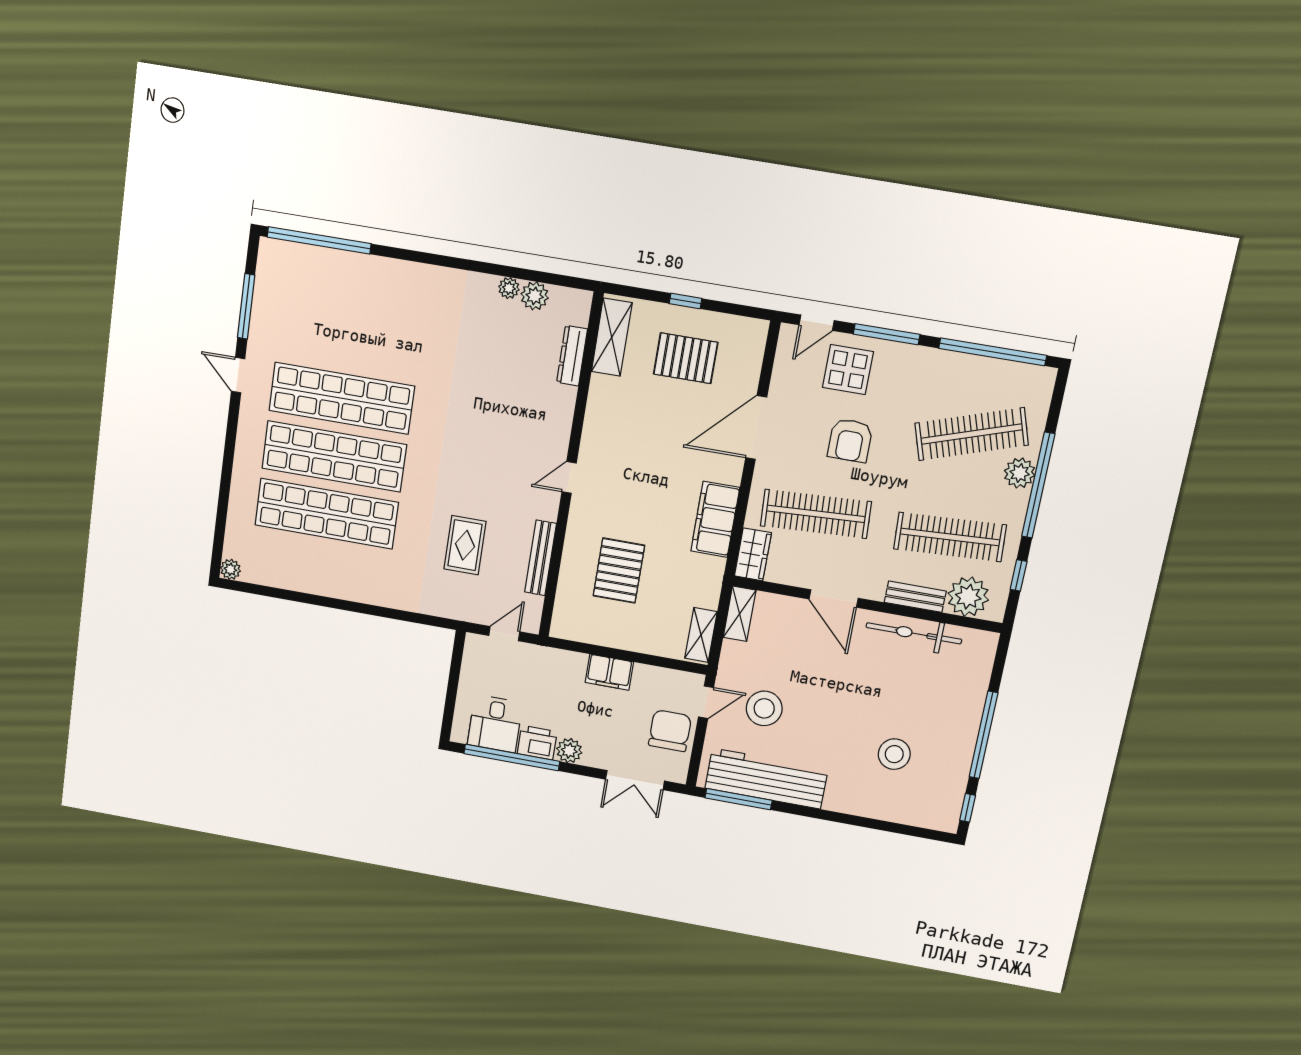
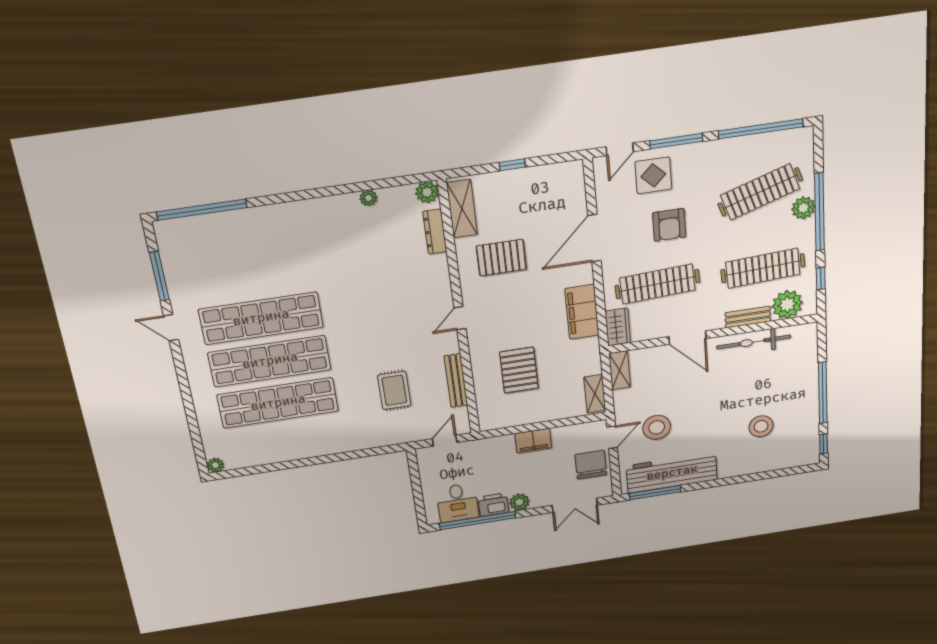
plant: (535, 296) -> (427, 192), moved
pallet: (686, 358) -> (501, 258), moved

